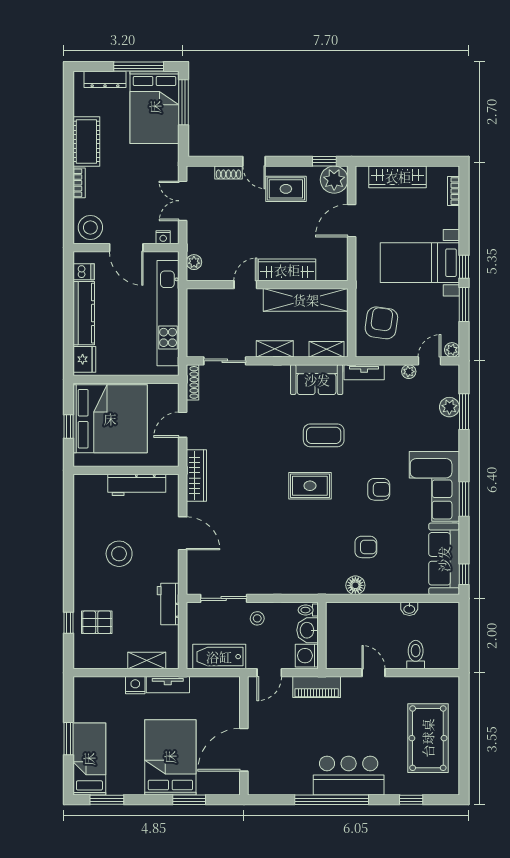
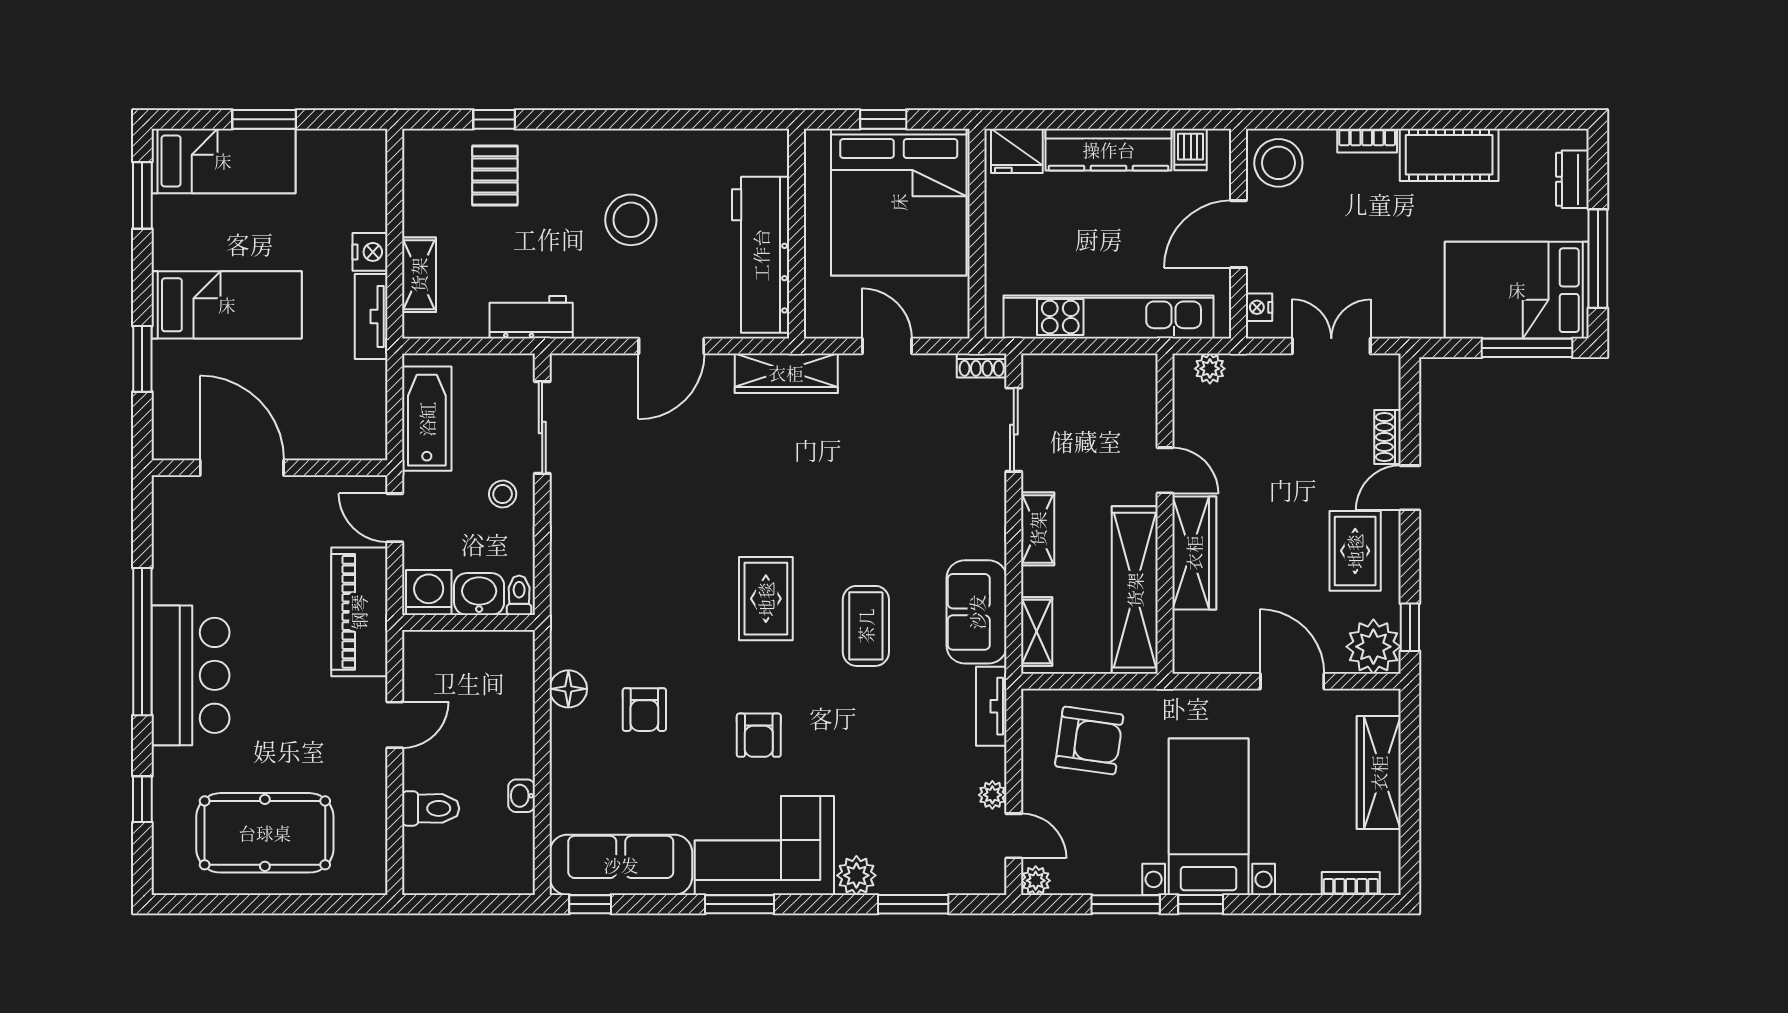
dresser: (105, 79) -> (1572, 179), width x0.70
shoe rack: (192, 382) -> (982, 365), width x0.70
plant: (449, 407) -> (856, 875), moved
workbench: (137, 485) -> (761, 255), width x1.36, depth x1.32
piano: (317, 687) -> (359, 612), width x1.37, depth x1.33
bed: (170, 757) -> (227, 305), width x0.67

